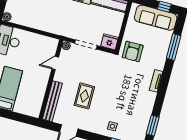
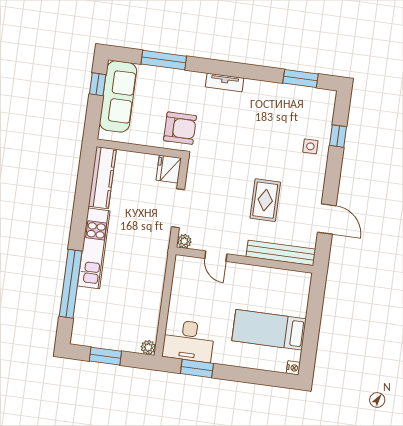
rug: (84, 96) -> (265, 200), turned 90

